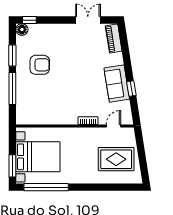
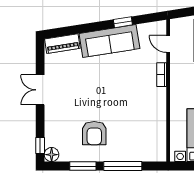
double door: (88, 20) -> (40, 90), moved
armchair: (40, 65) -> (94, 133), turned 180
sofa: (117, 84) -> (109, 41), width x1.36

